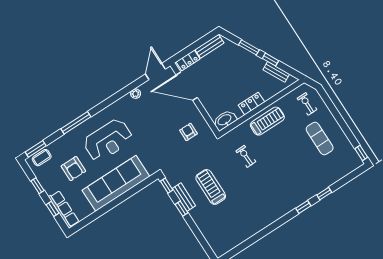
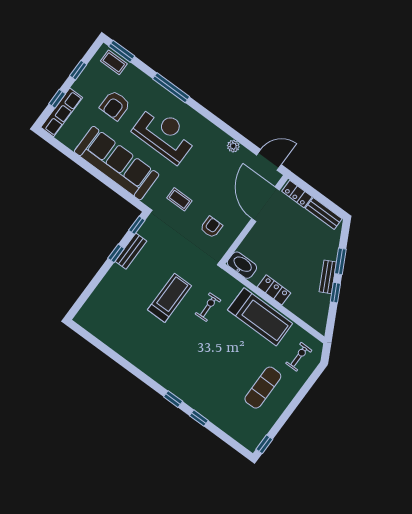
bench: (276, 72) -> (328, 277), moved
treadmill: (267, 121) -> (260, 317), width x1.37, depth x1.37
reception desk: (108, 140) -> (165, 134), turned 180
coffee table: (159, 148) -> (179, 199), added
treadmill: (211, 187) -> (170, 298), moved

